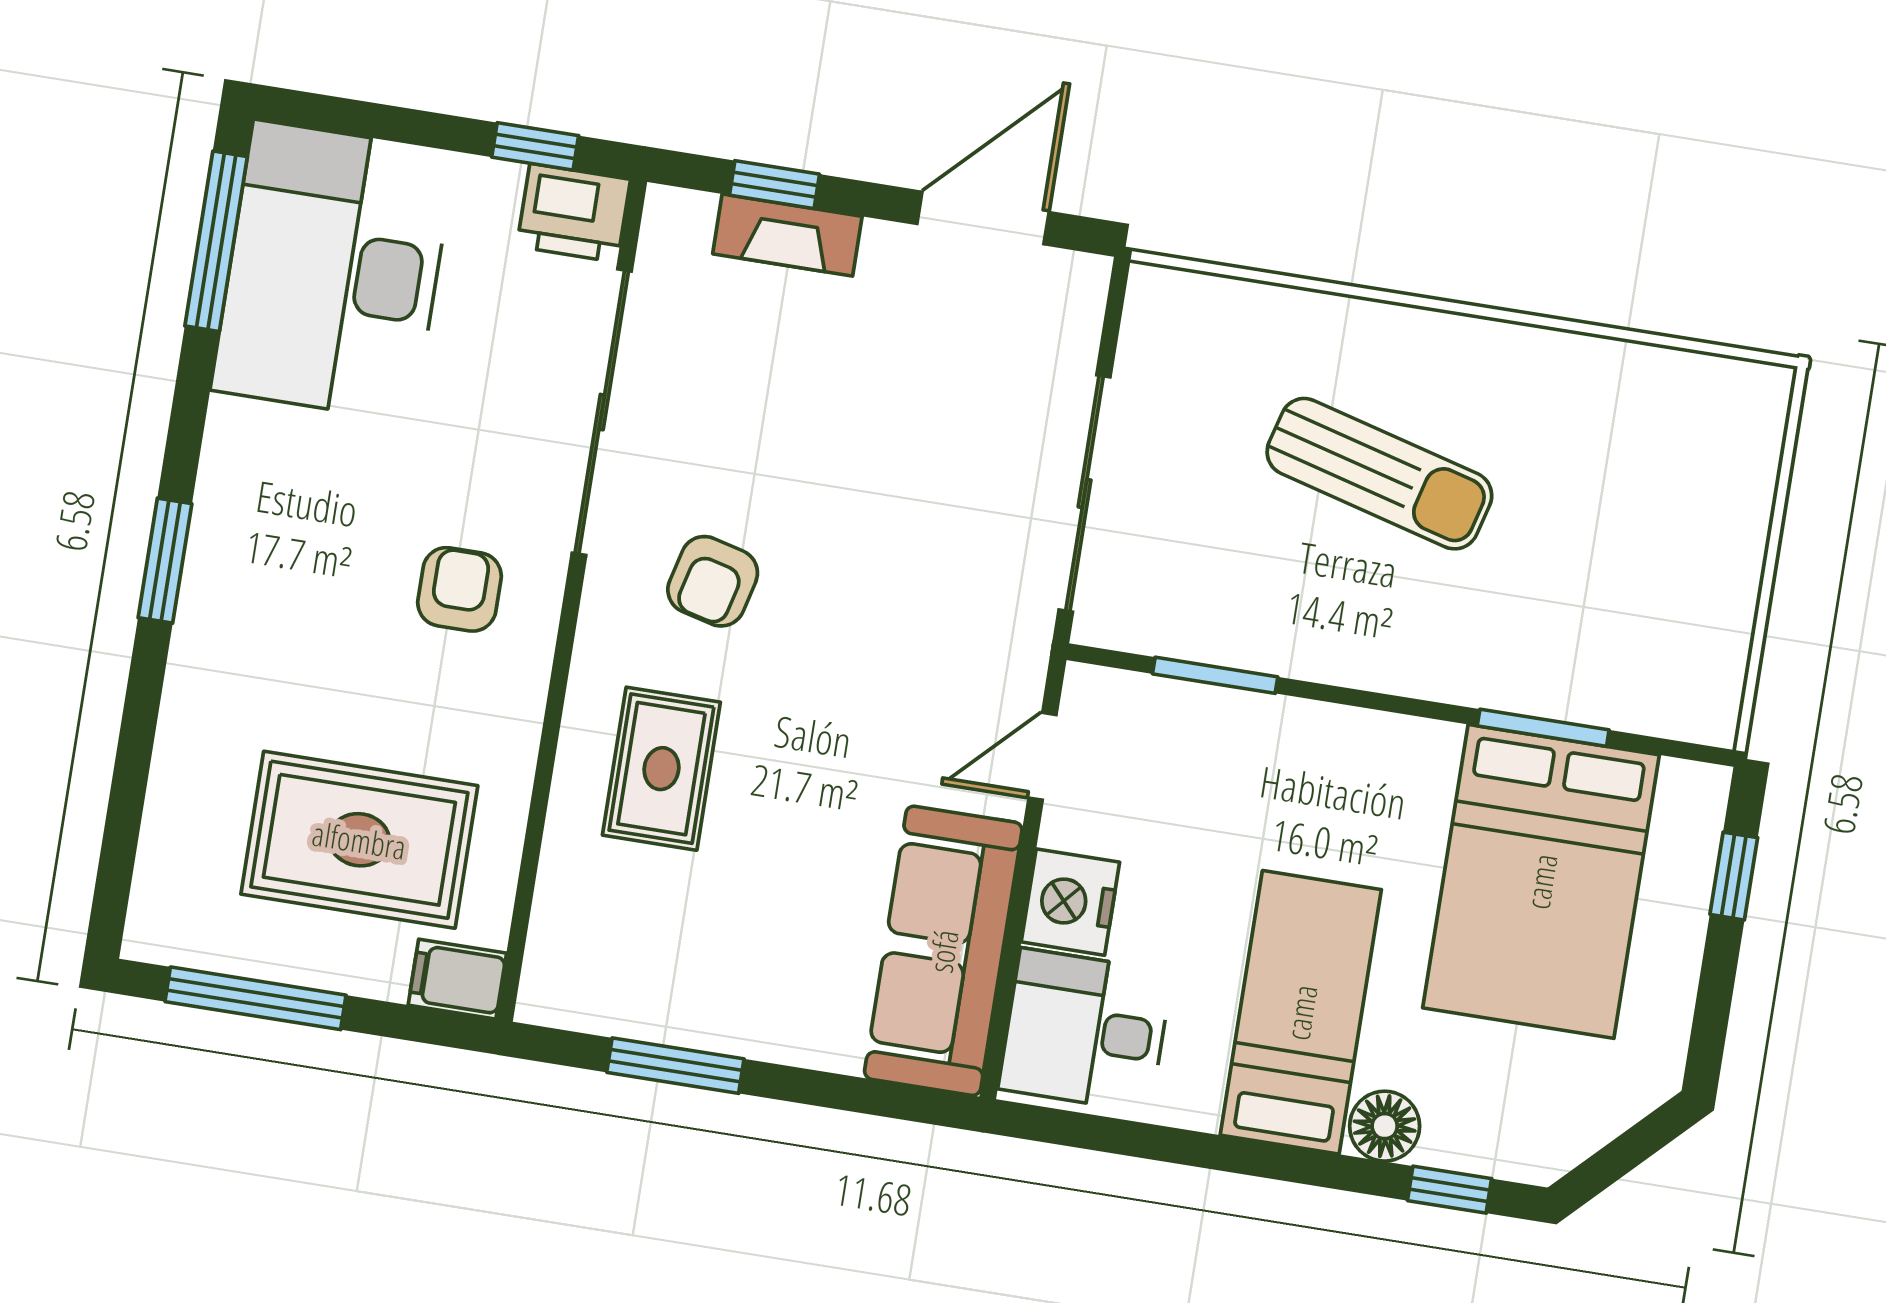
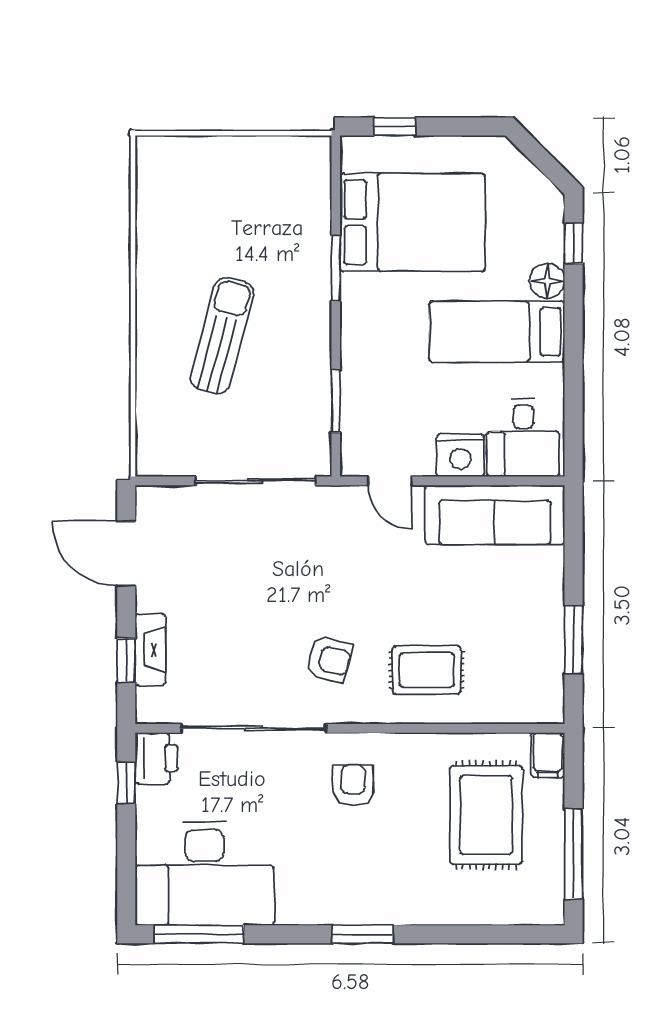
armchair: (460, 589) -> (353, 785), turned 90
window: (1543, 728) -> (336, 268), moved

